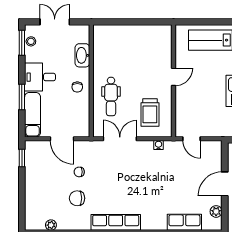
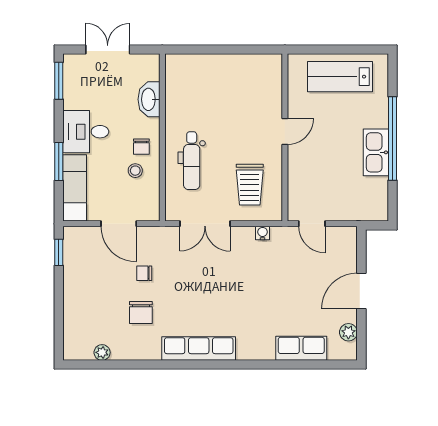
stool: (31, 41) -> (135, 171), moved
double door: (120, 139) -> (205, 224), swing flipped
chair: (77, 198) -> (141, 313), turned -90

